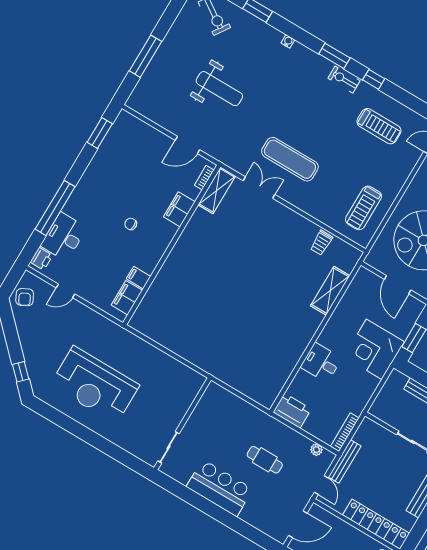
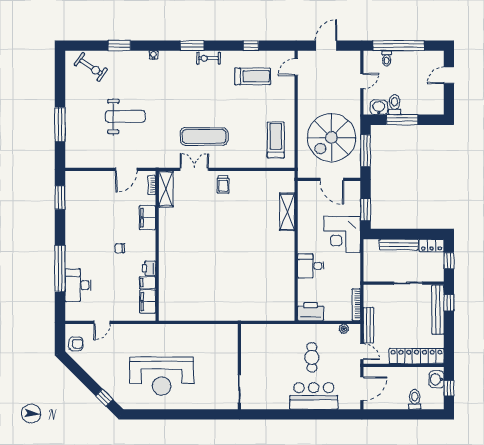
window: (374, 79) -> (251, 46), moved
treadmill: (363, 208) -> (276, 140), turned 180
trolley: (321, 243) -> (223, 185), moved
printer: (41, 259) -> (149, 268), moved, turned 180
armchair: (25, 297) -> (76, 344), turned -62
cafe table: (265, 460) -> (312, 357), turned 90
bar counter: (220, 488) -> (314, 396), moved

